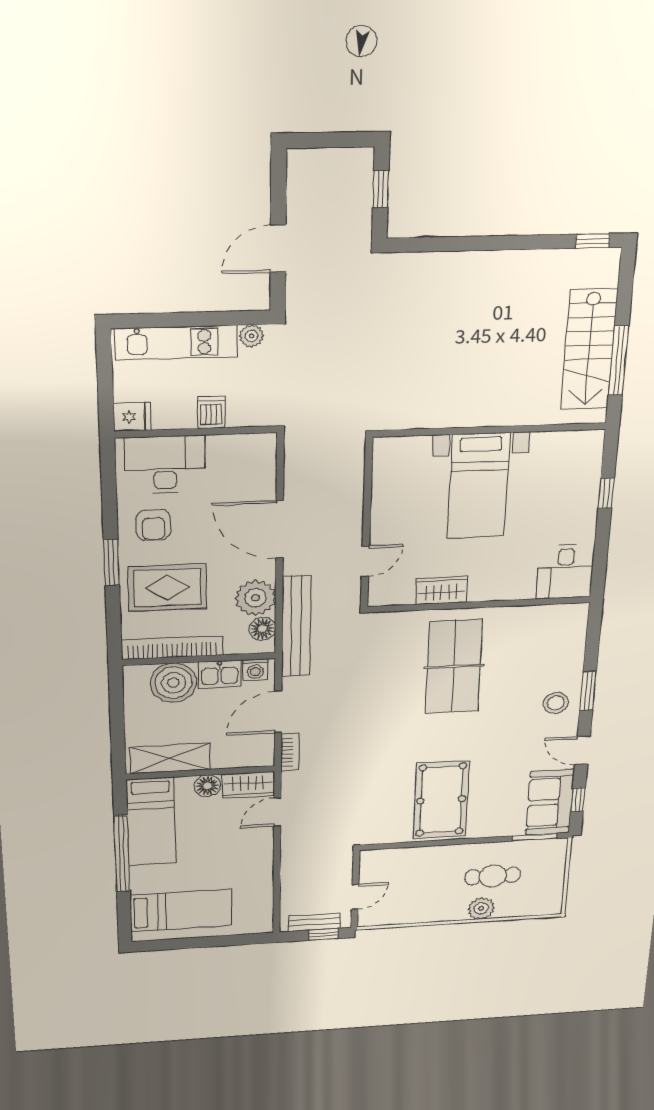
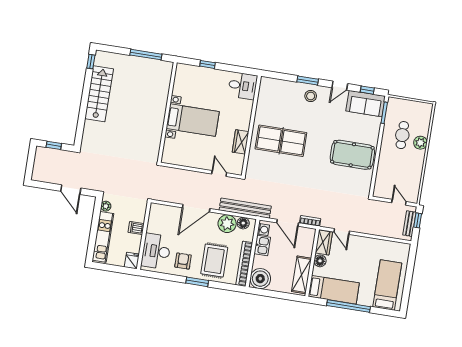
stairs: (589, 350) -> (99, 94), moved, turned -90
armchair: (153, 525) -> (183, 261), turned -90
boiler: (173, 683) -> (260, 279), moved

